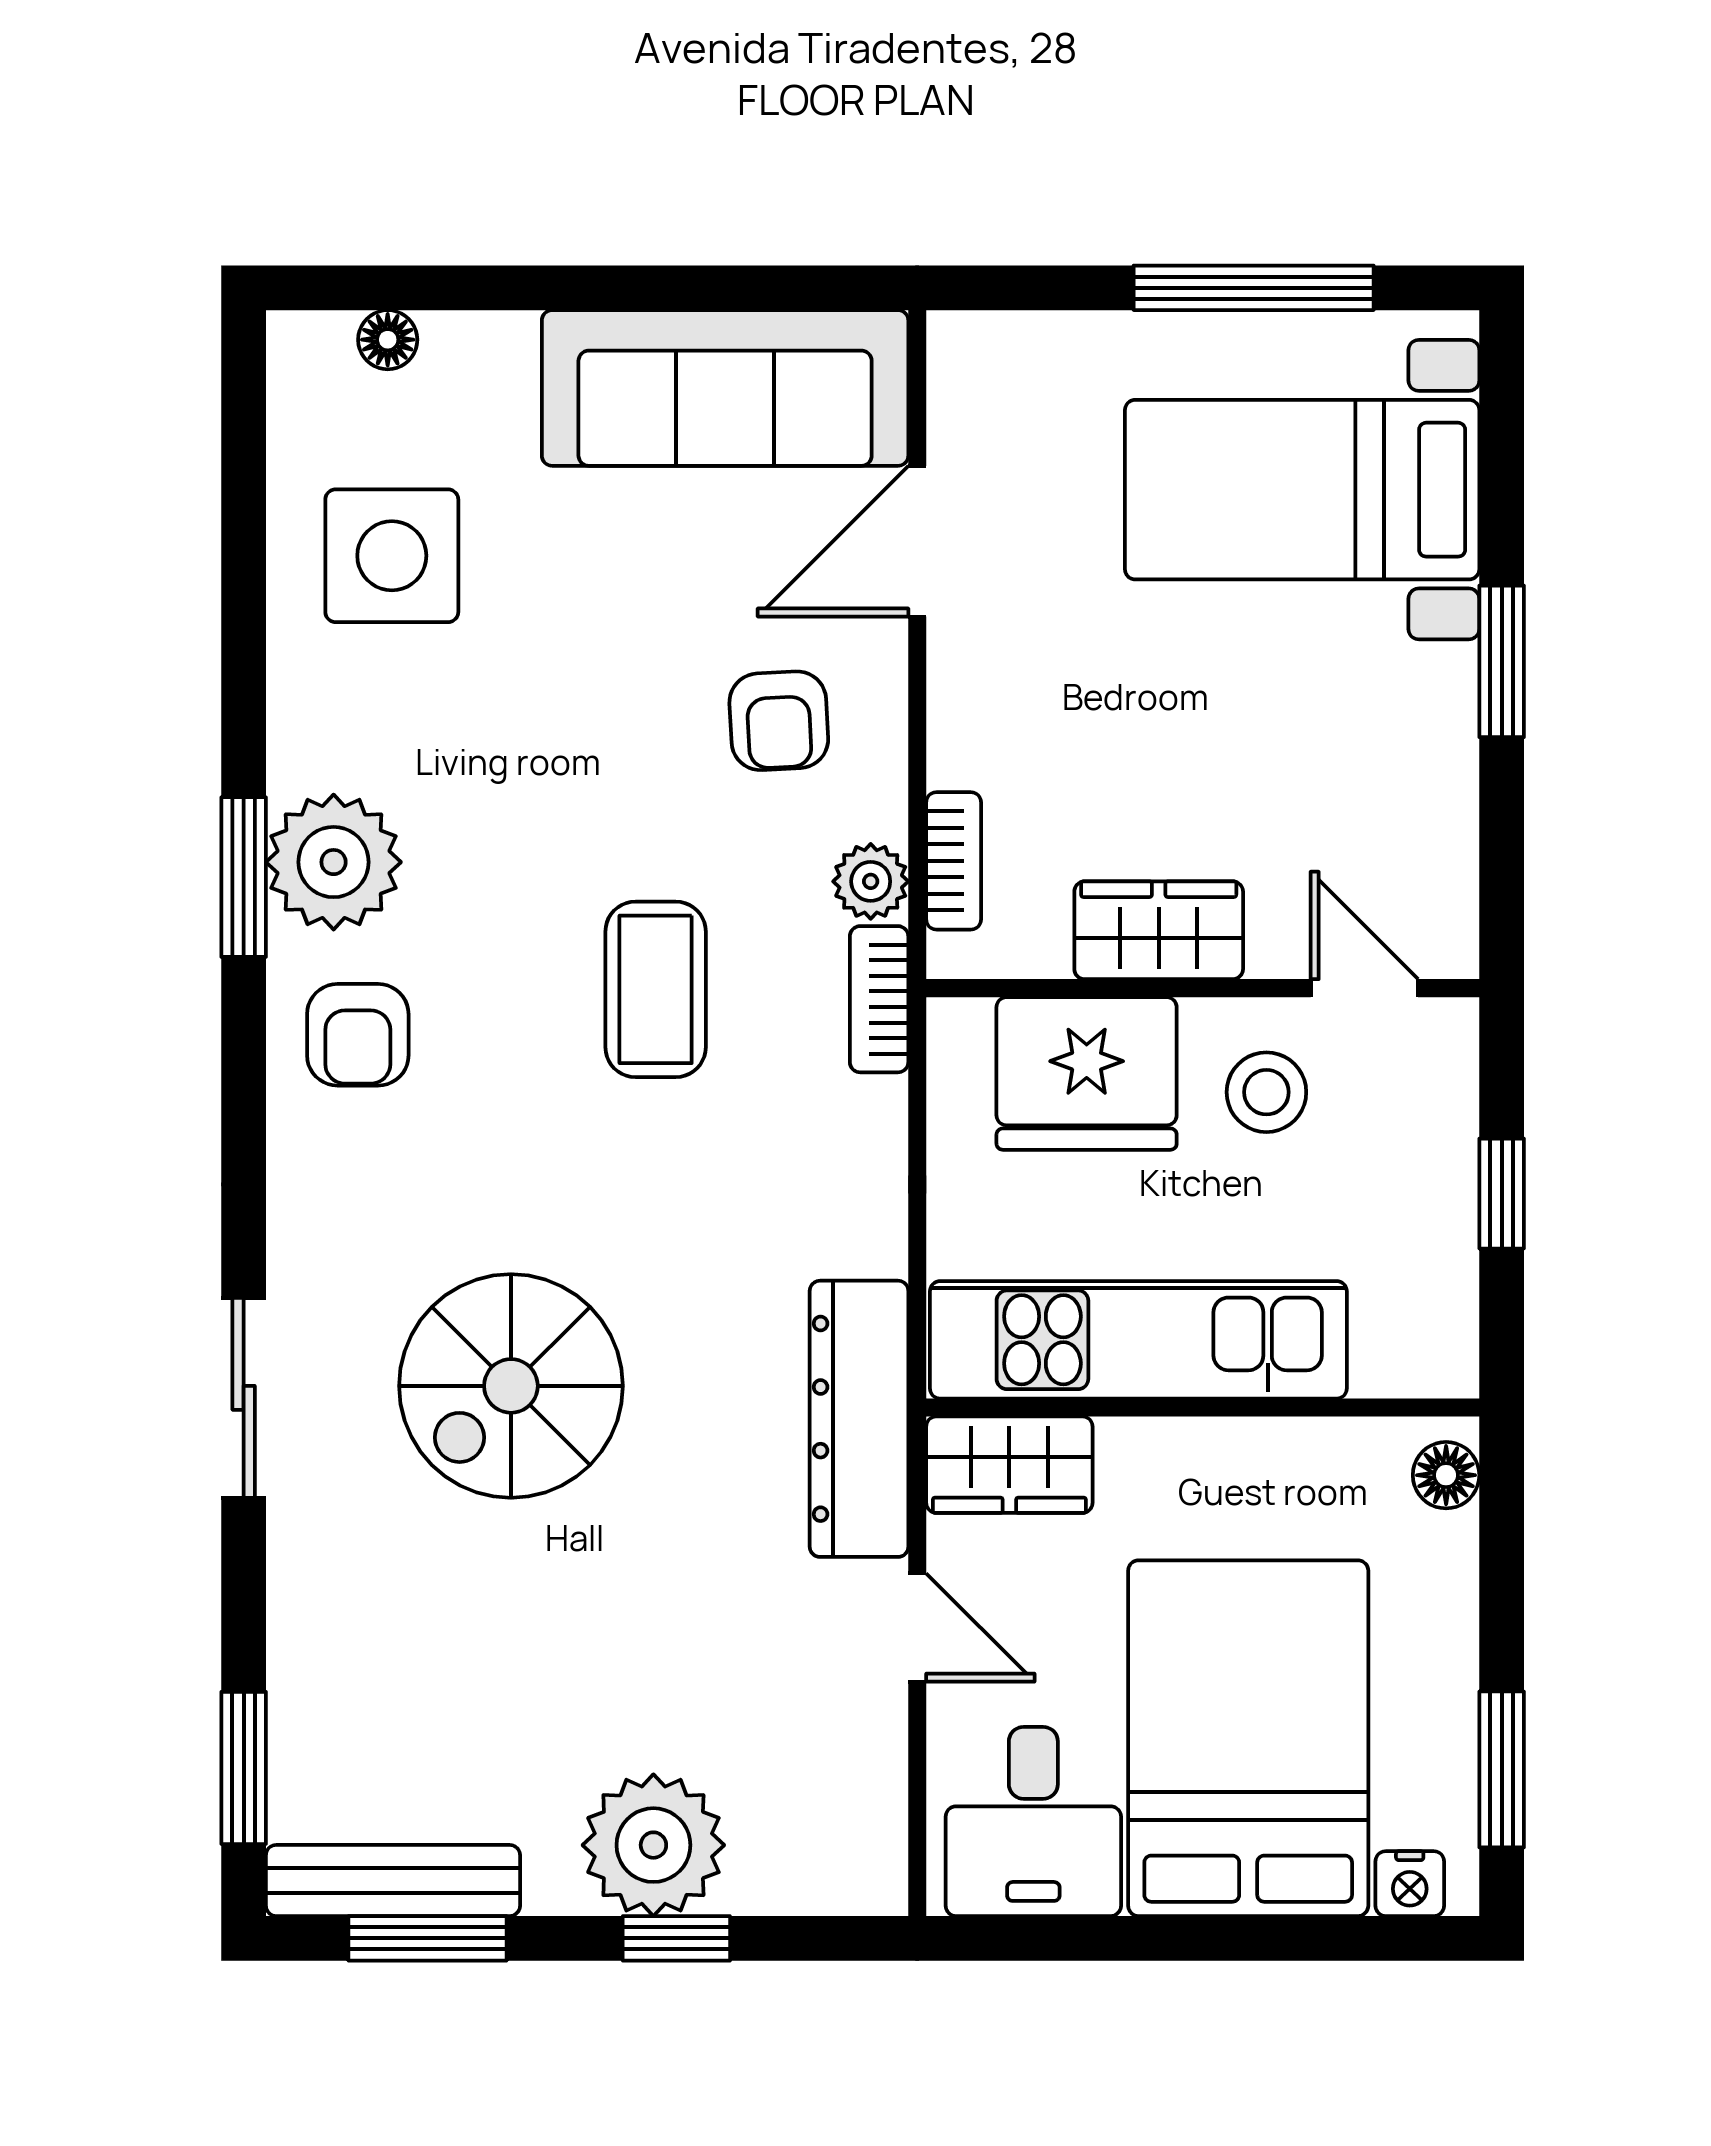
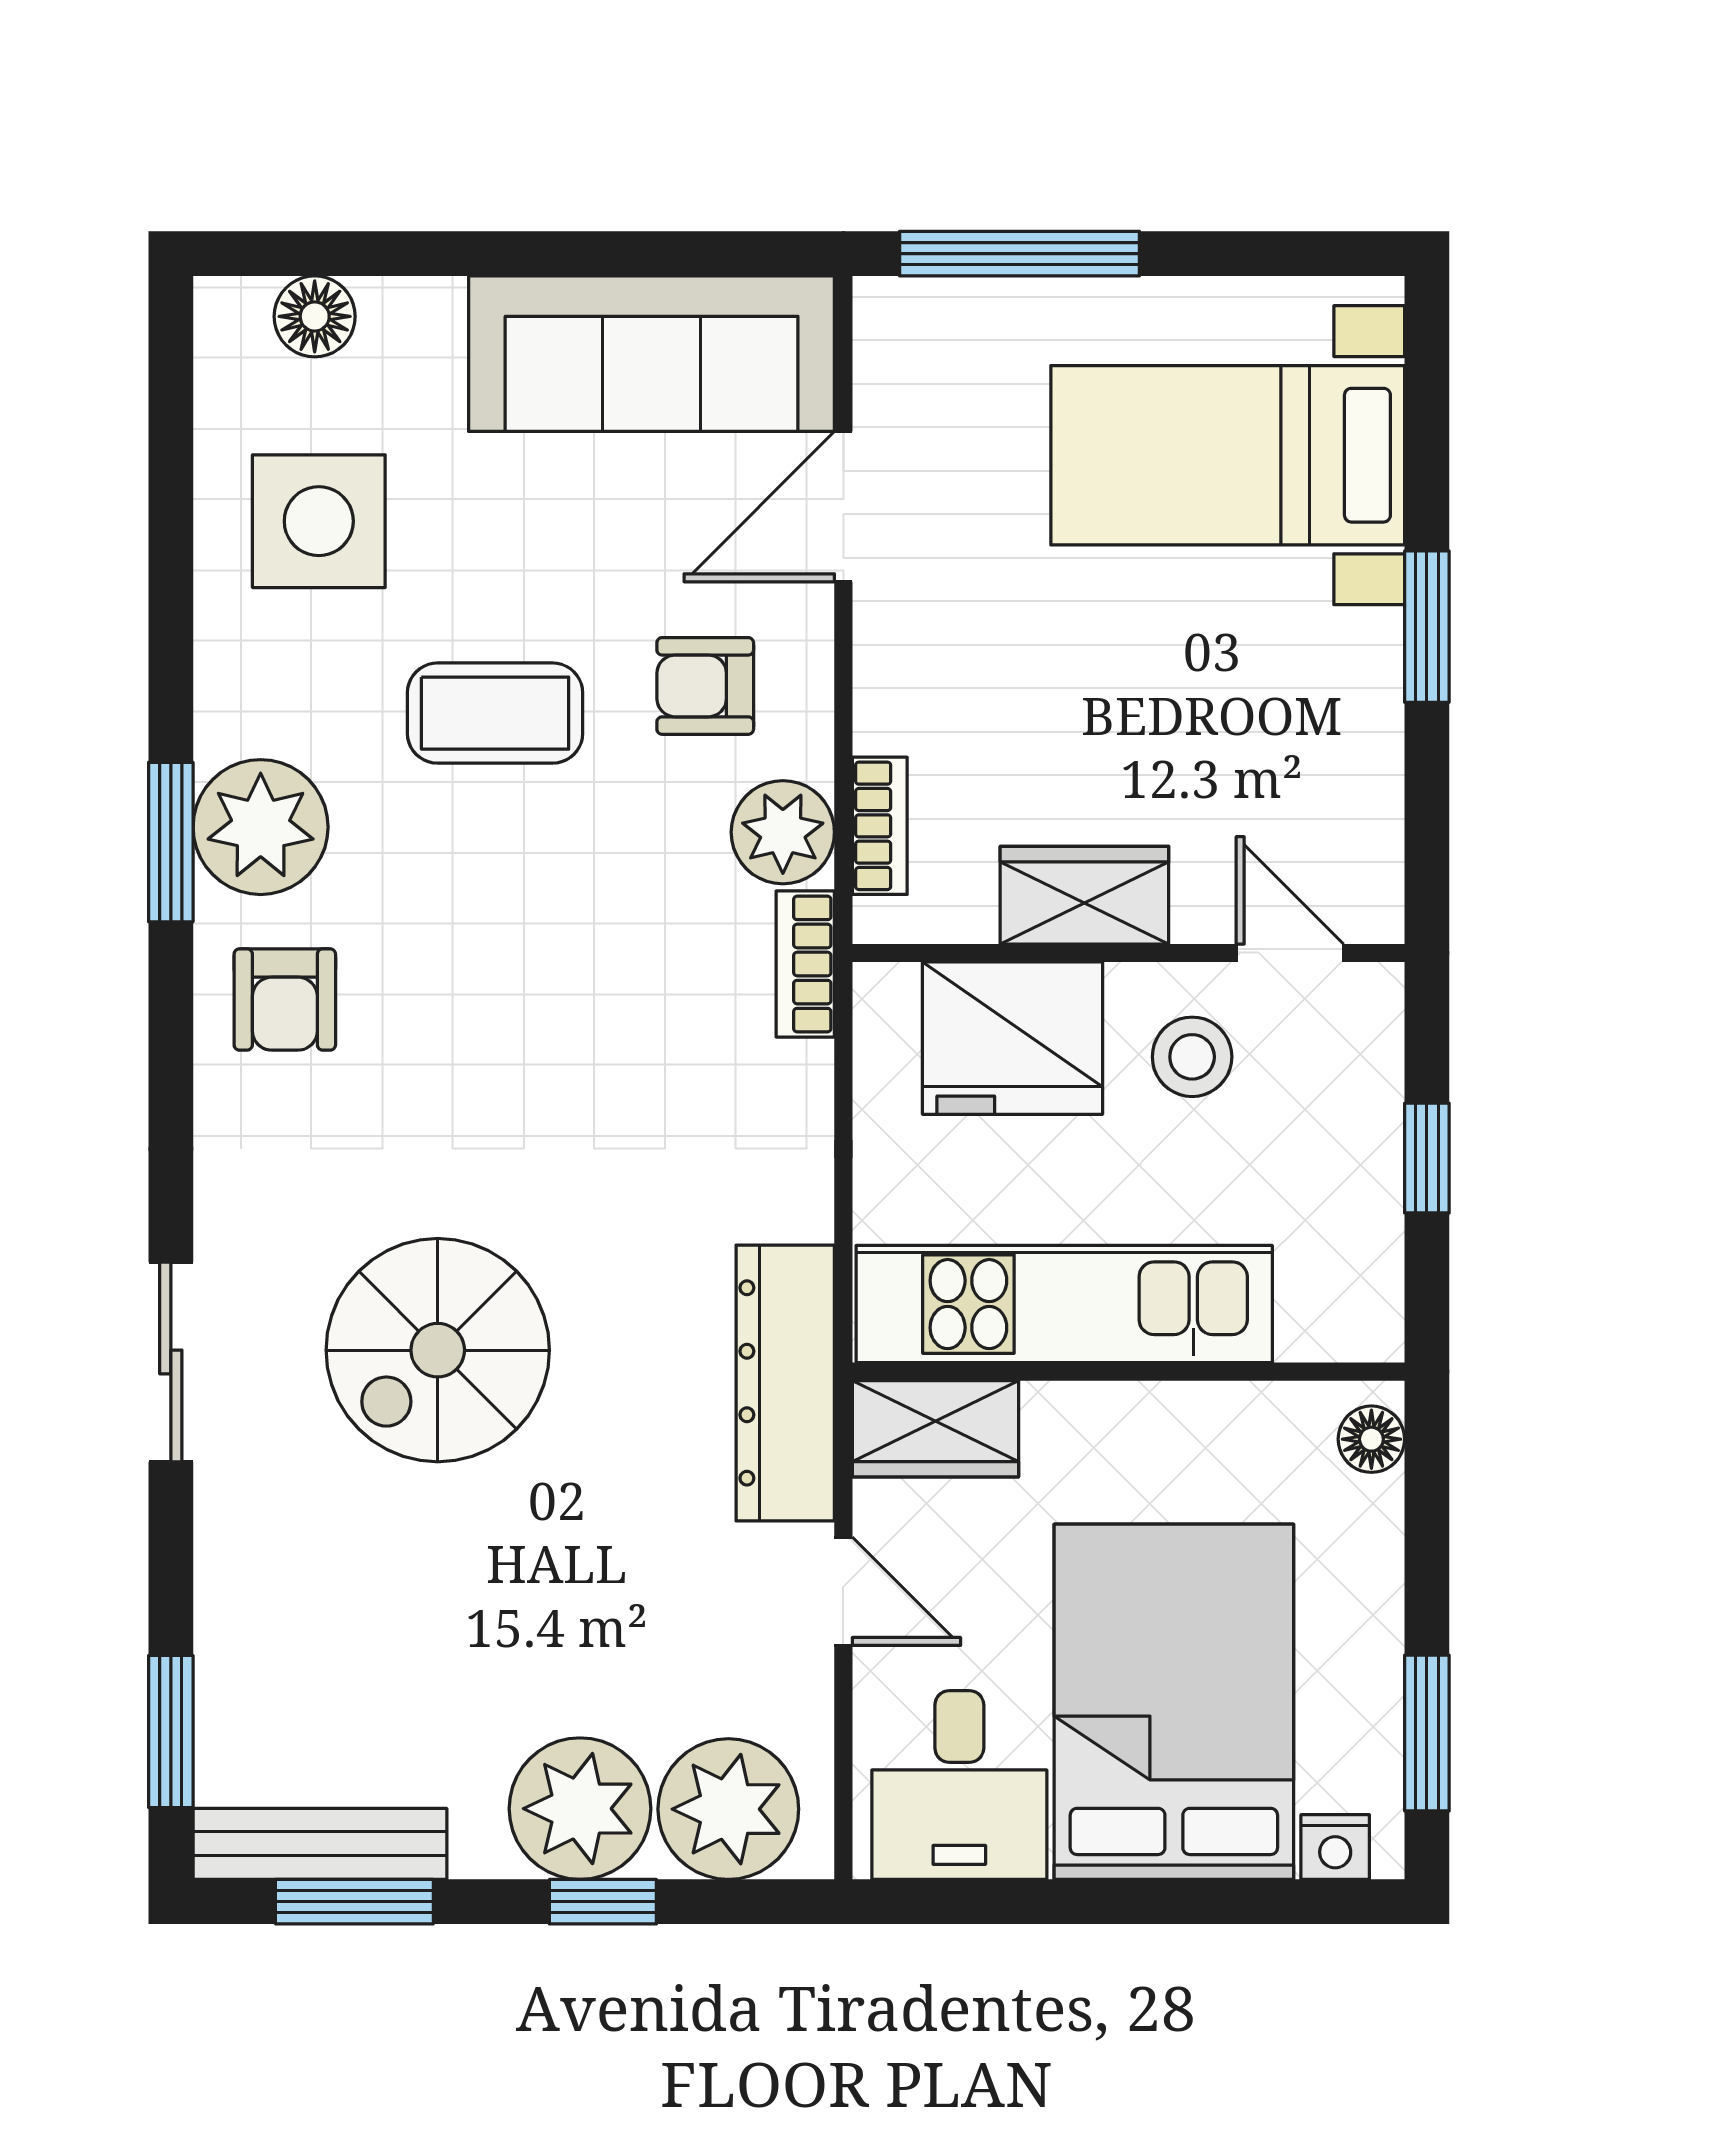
window: (1254, 288) -> (1020, 254), moved
floor lamp: (388, 340) -> (315, 316), width x1.37, depth x1.37
armchair: (779, 721) -> (705, 686), turned 93
plant: (871, 881) -> (783, 832), width x1.38, depth x1.38
coffee table: (656, 989) -> (495, 713), moved, turned 90
plant: (802, 1846) -> (728, 1809), added

